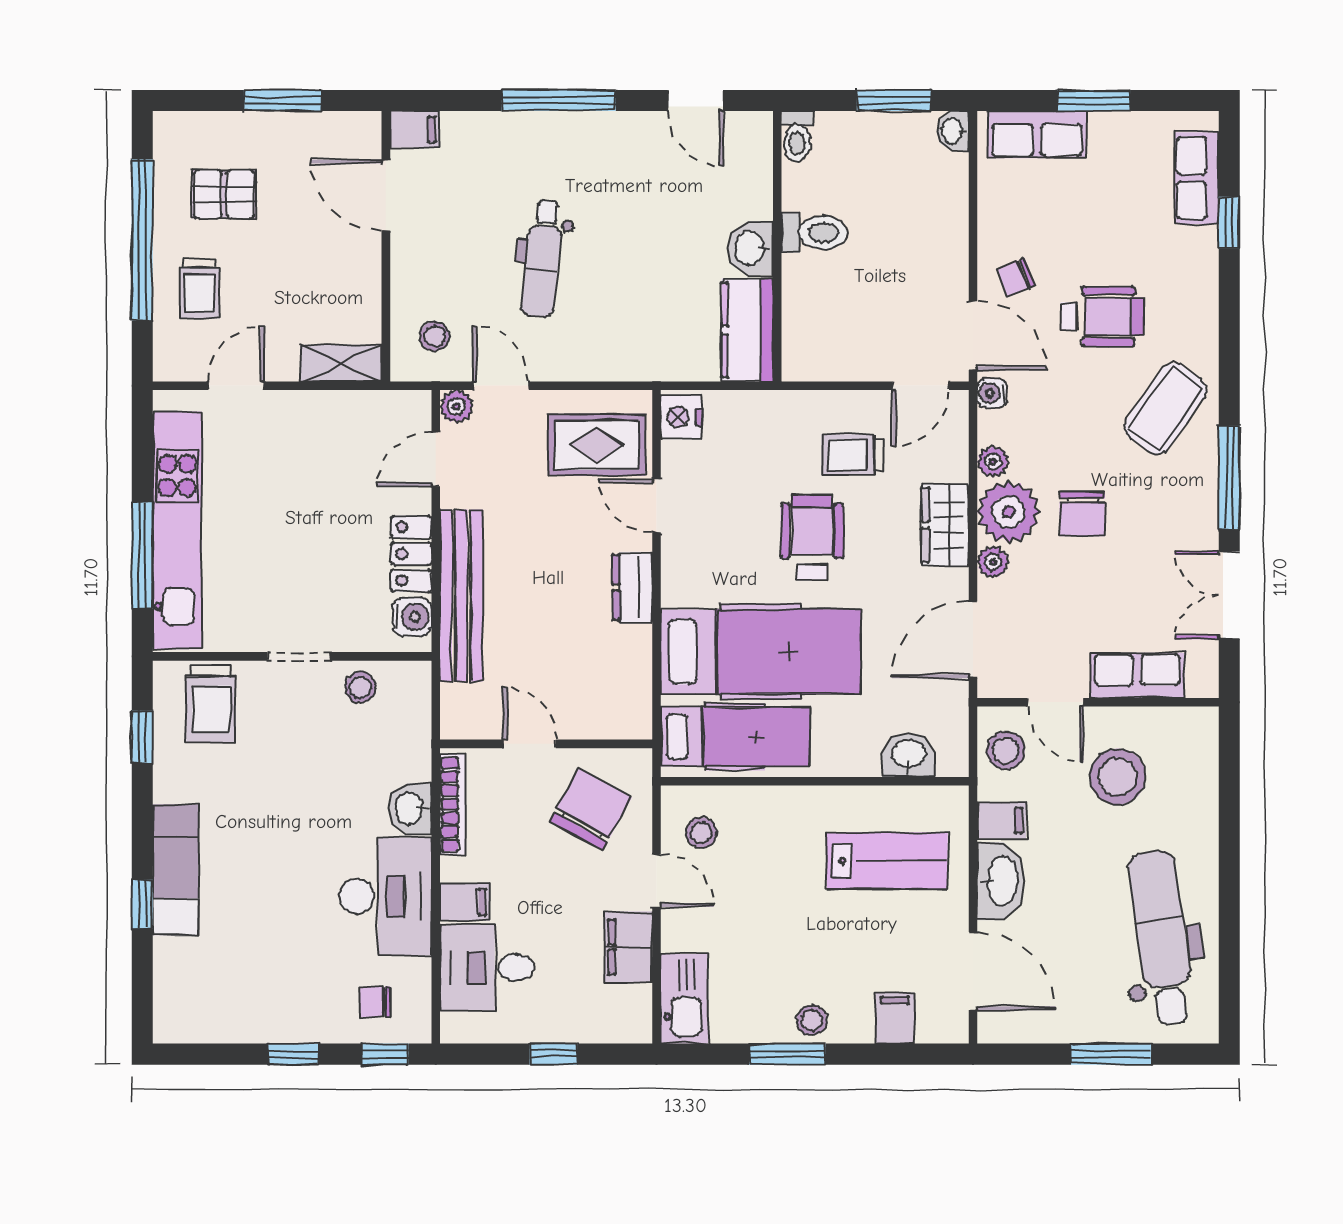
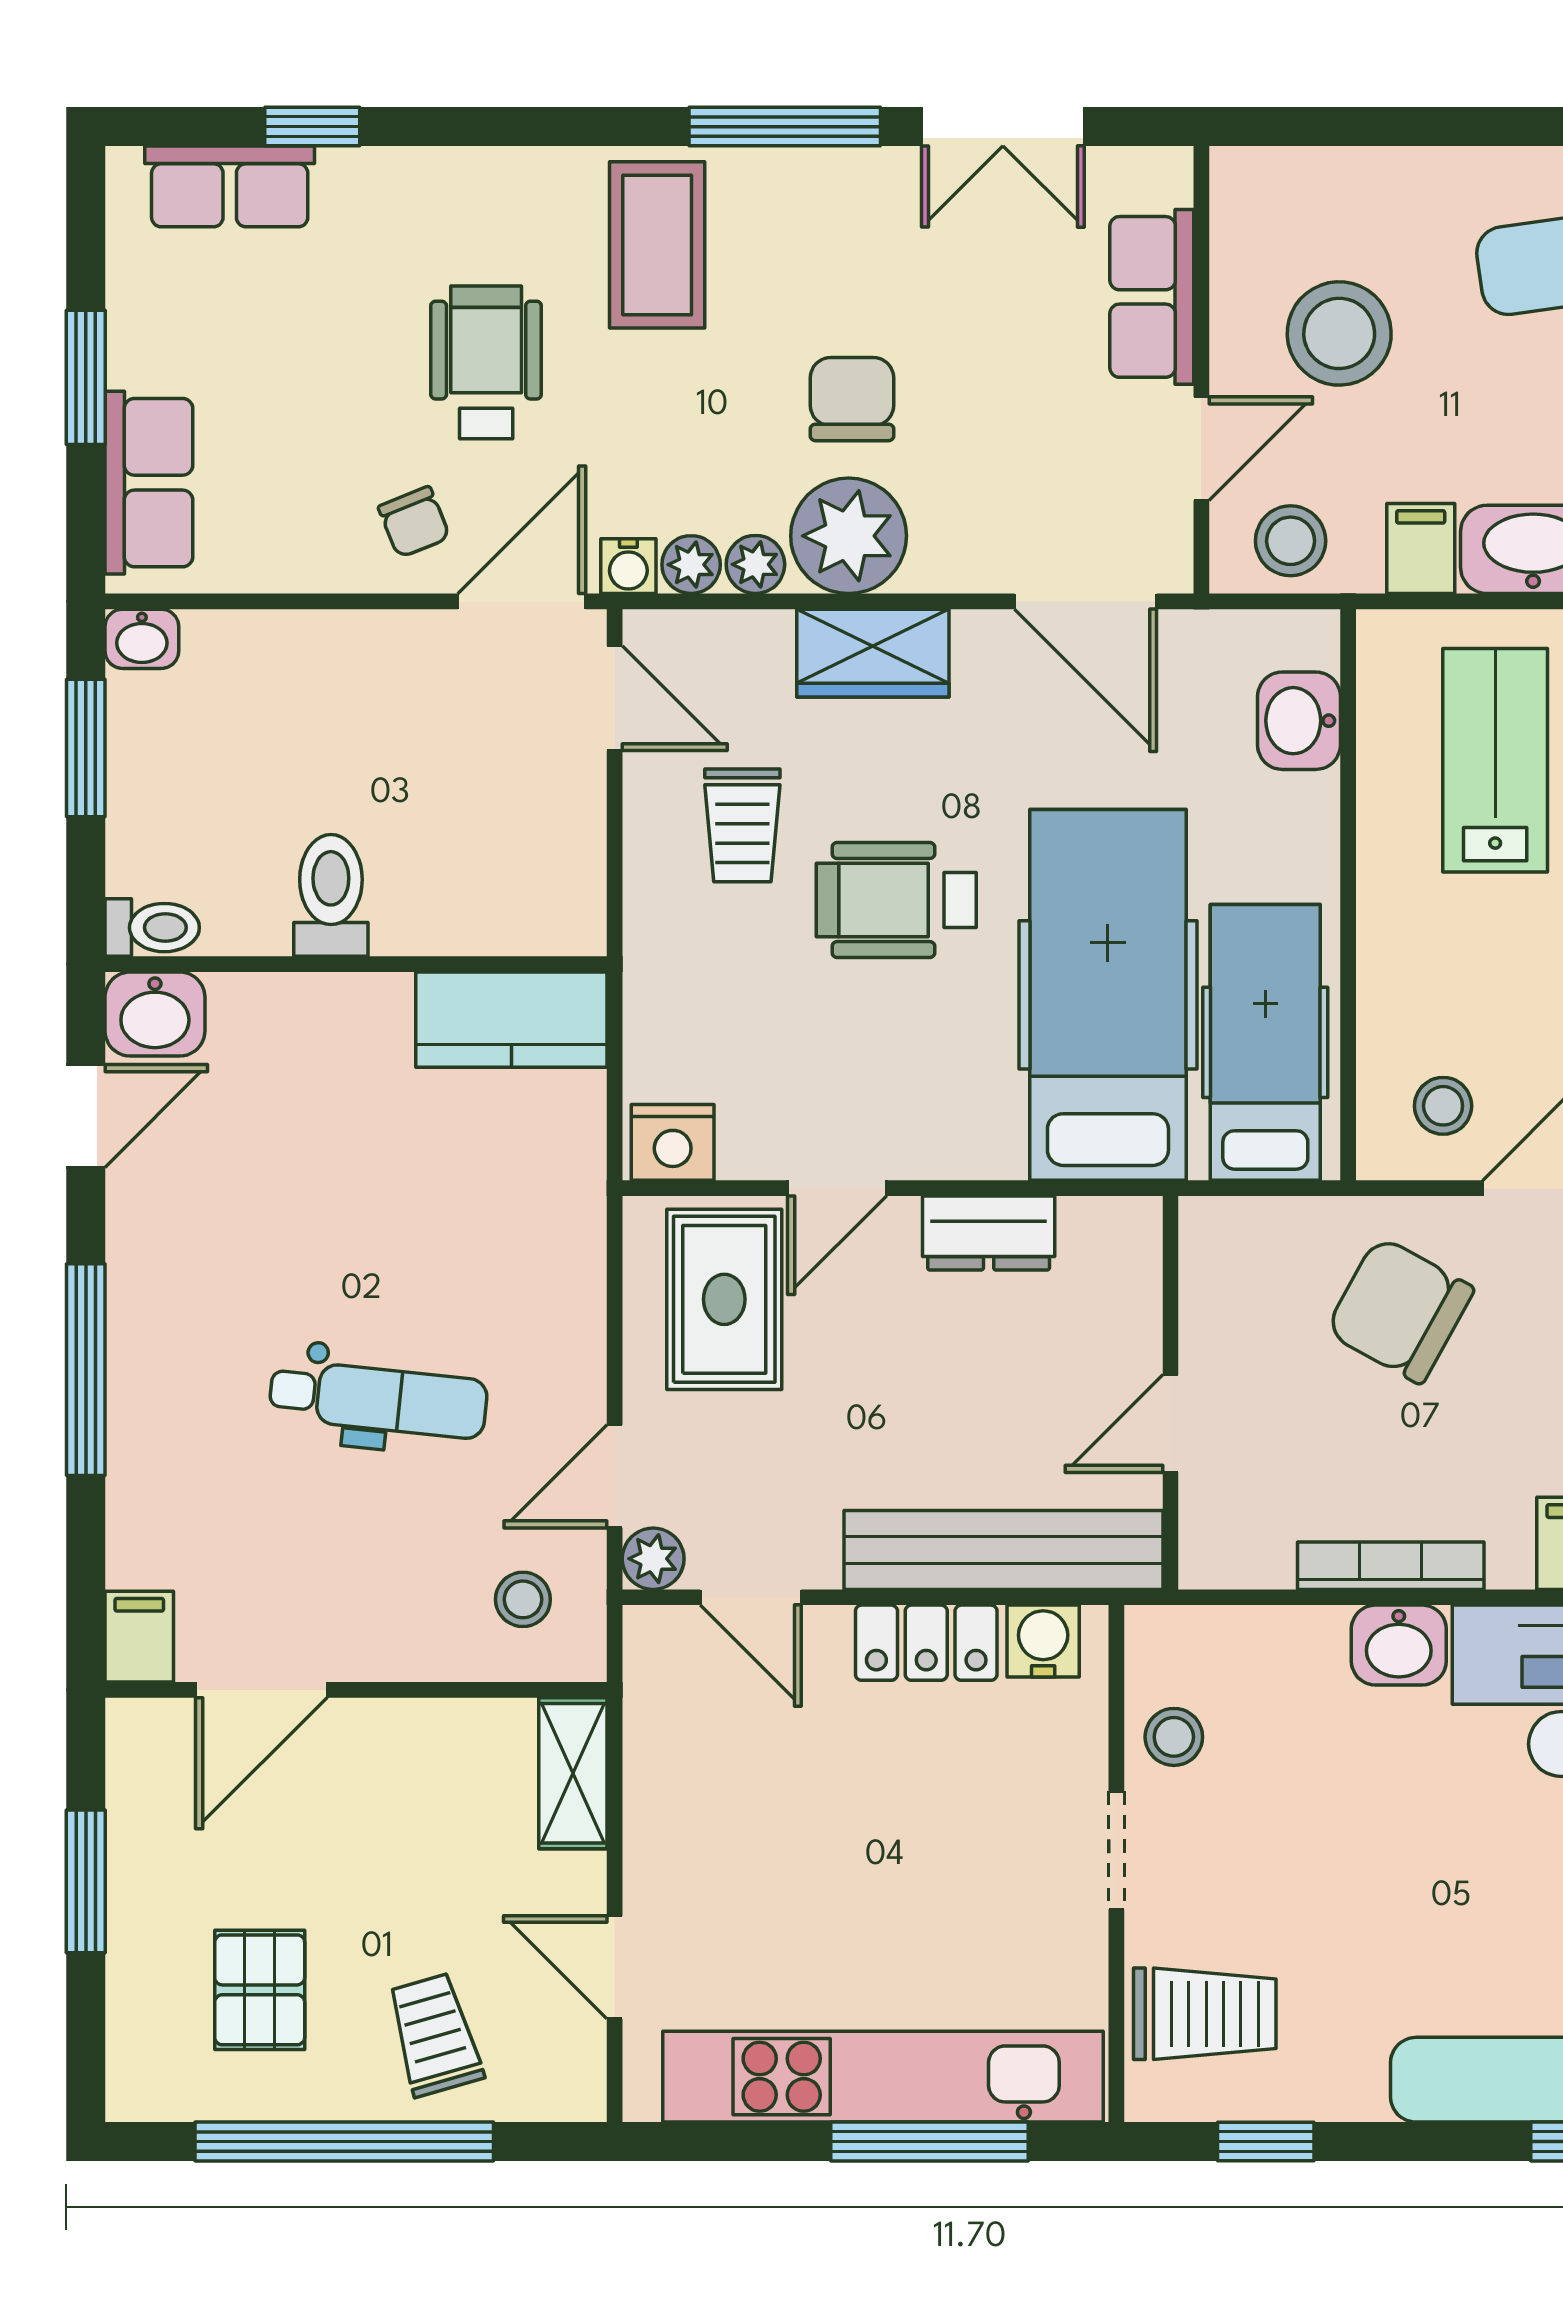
washbasin: (750, 248) -> (155, 1014), moved
trolley: (200, 289) -> (435, 2035), turned -106
coffee table: (1165, 409) -> (657, 245), turned 55
chair: (1082, 514) -> (852, 399), turned -90
plant: (993, 562) -> (691, 565), moved
door: (530, 744) -> (1170, 1424), moved
wall: (546, 744) -> (1170, 1393), moved

